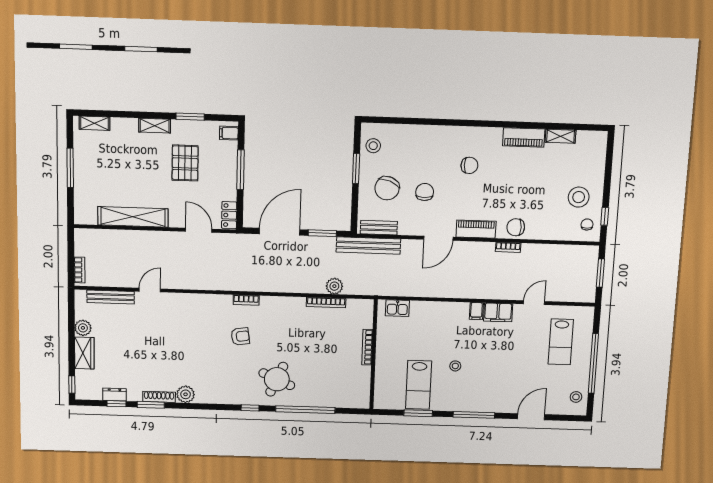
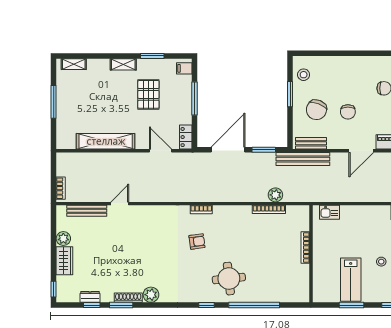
chair: (425, 192) -> (348, 112), turned 180
round table: (277, 379) -> (229, 279), turned -30

